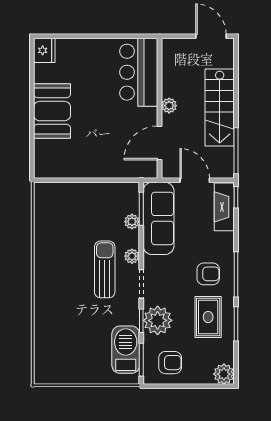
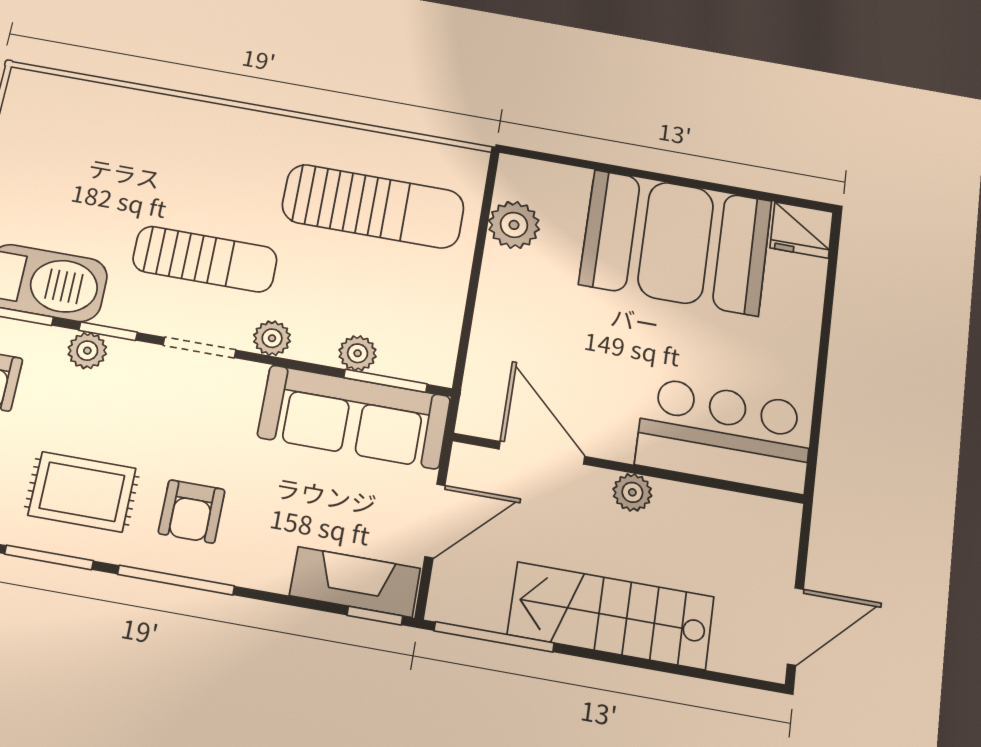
booth: (52, 111) -> (676, 243), width x1.36, depth x1.42
plant: (65, 168) -> (514, 225), added
sun lounger: (68, 226) -> (373, 206), added
sun lounger: (105, 269) -> (205, 259), moved
plant: (158, 320) -> (87, 351), width x0.53, depth x0.53

